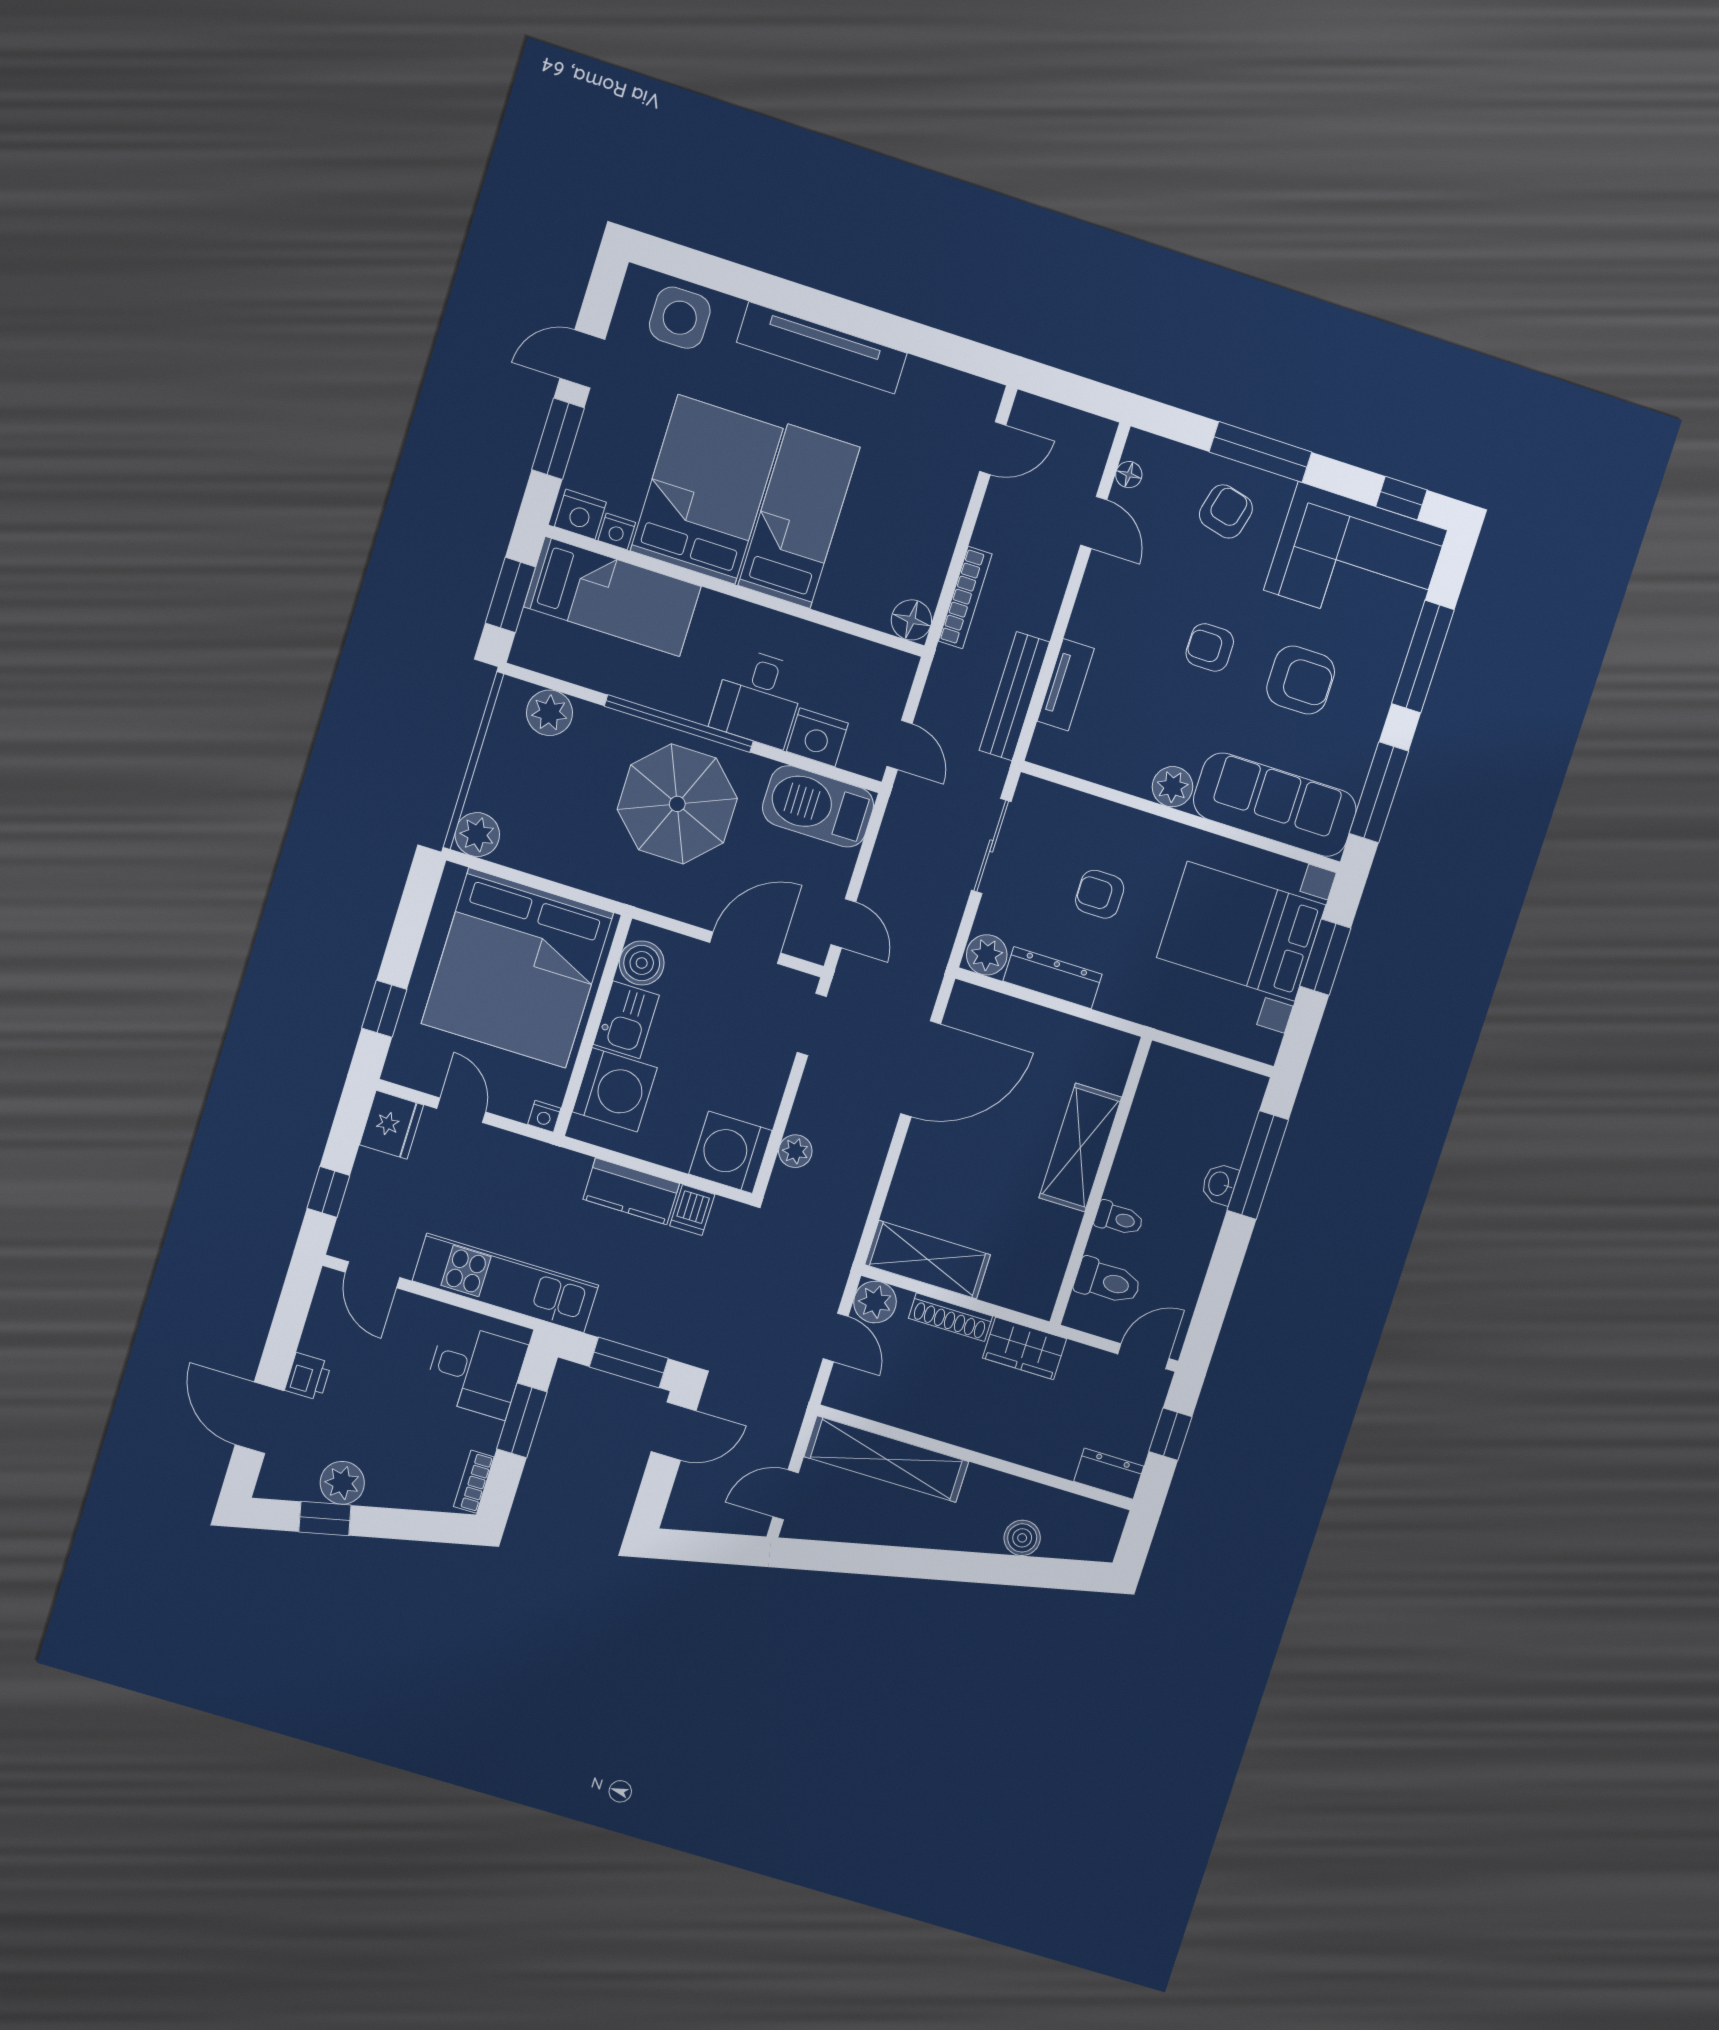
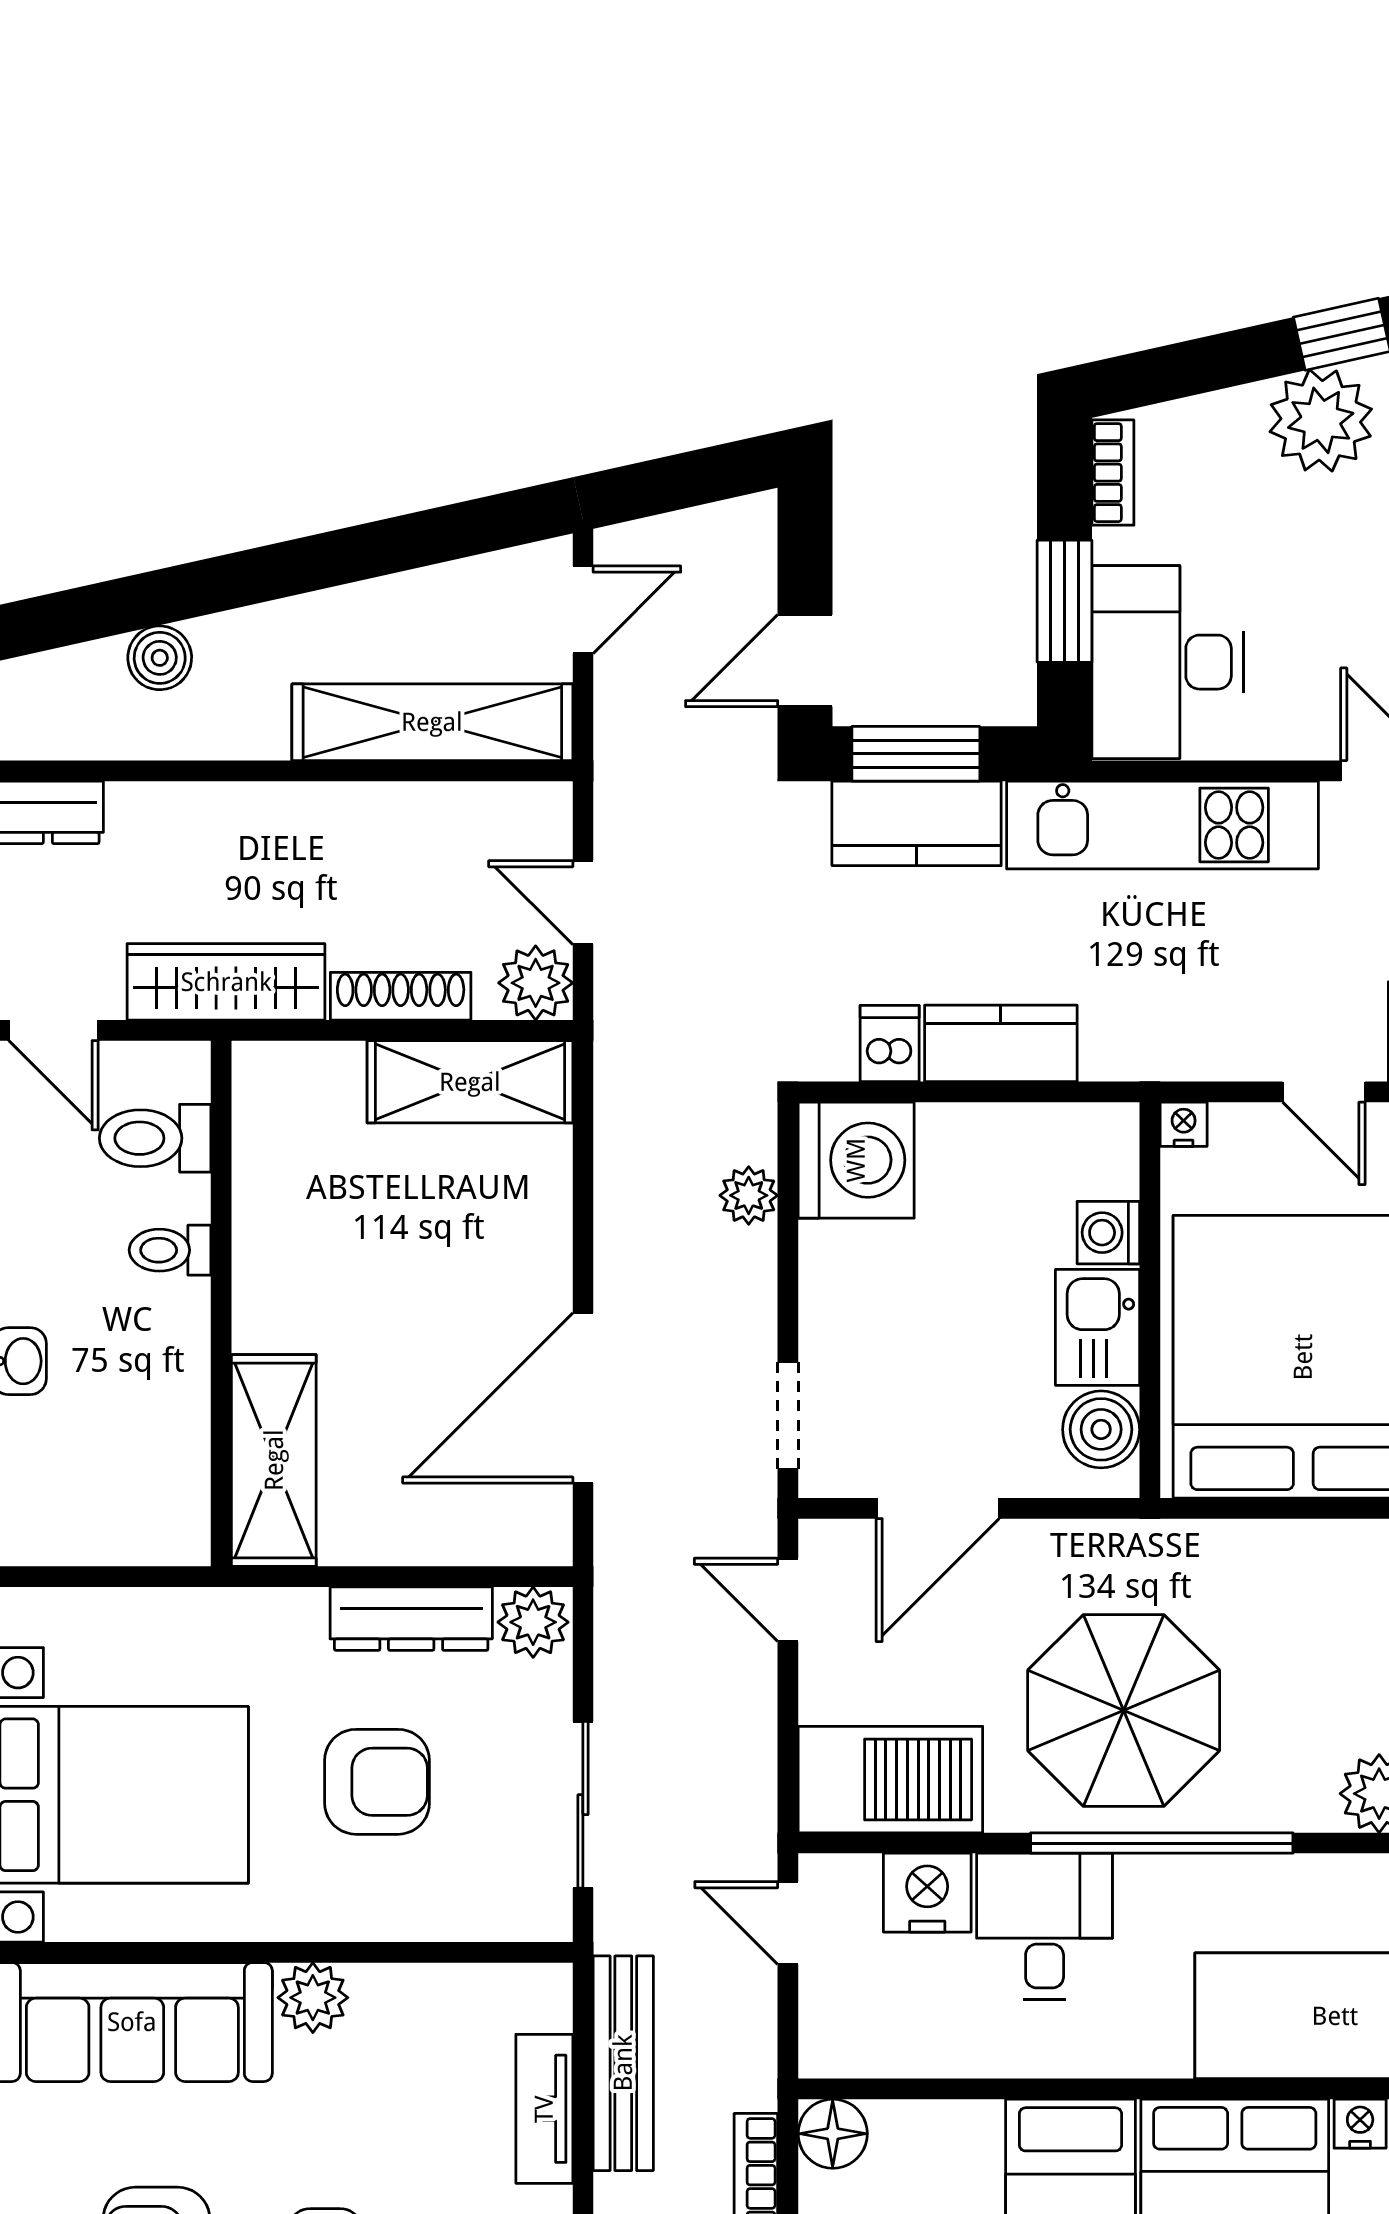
armchair: (1100, 894) -> (377, 1782), width x1.38, depth x1.38
washing machine: (615, 1090) -> (1108, 1233), width x0.53, depth x0.53
shelving: (1080, 1148) -> (274, 1460), moved
kitchen counter: (640, 1325) -> (917, 823), added
wardrobe: (1025, 1348) -> (226, 982), width x1.50
door: (1143, 1356) -> (54, 1030), hinge flipped
desk: (475, 1370) -> (1168, 662), width x1.37
plant: (342, 1483) -> (1321, 420), width x1.36, depth x1.36

